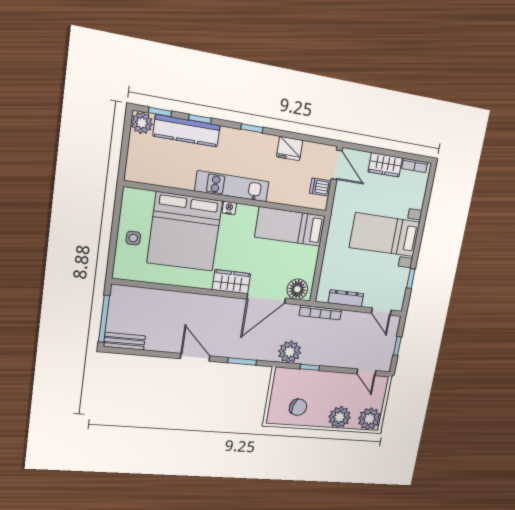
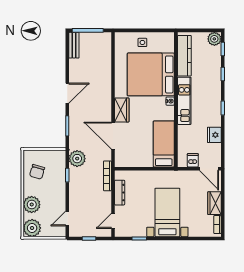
kitchen counter: (187, 131) -> (184, 56), moved, turned 180
door: (337, 165) -> (209, 169), hinge flipped
floor lamp: (297, 289) -> (122, 156), removed

